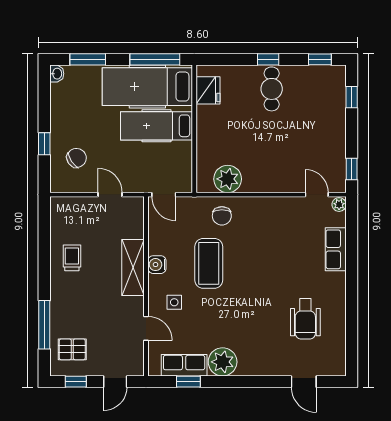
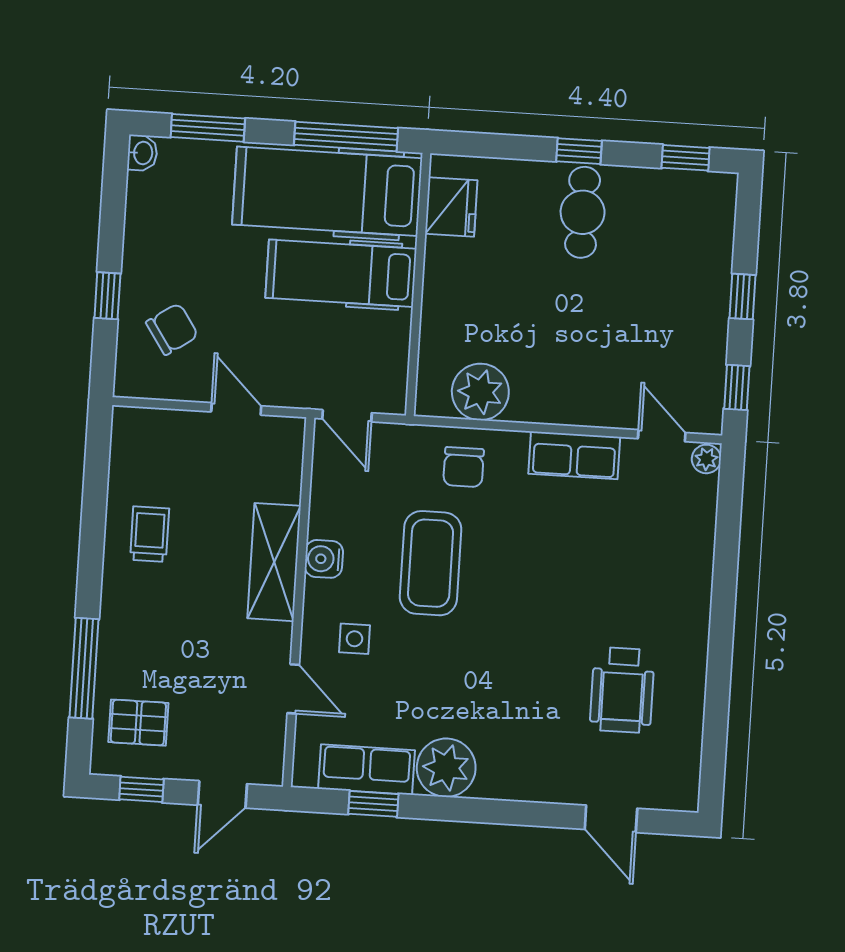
window: (352, 97) -> (743, 297), moved
row of seats: (336, 249) -> (574, 455), moved, turned -90

